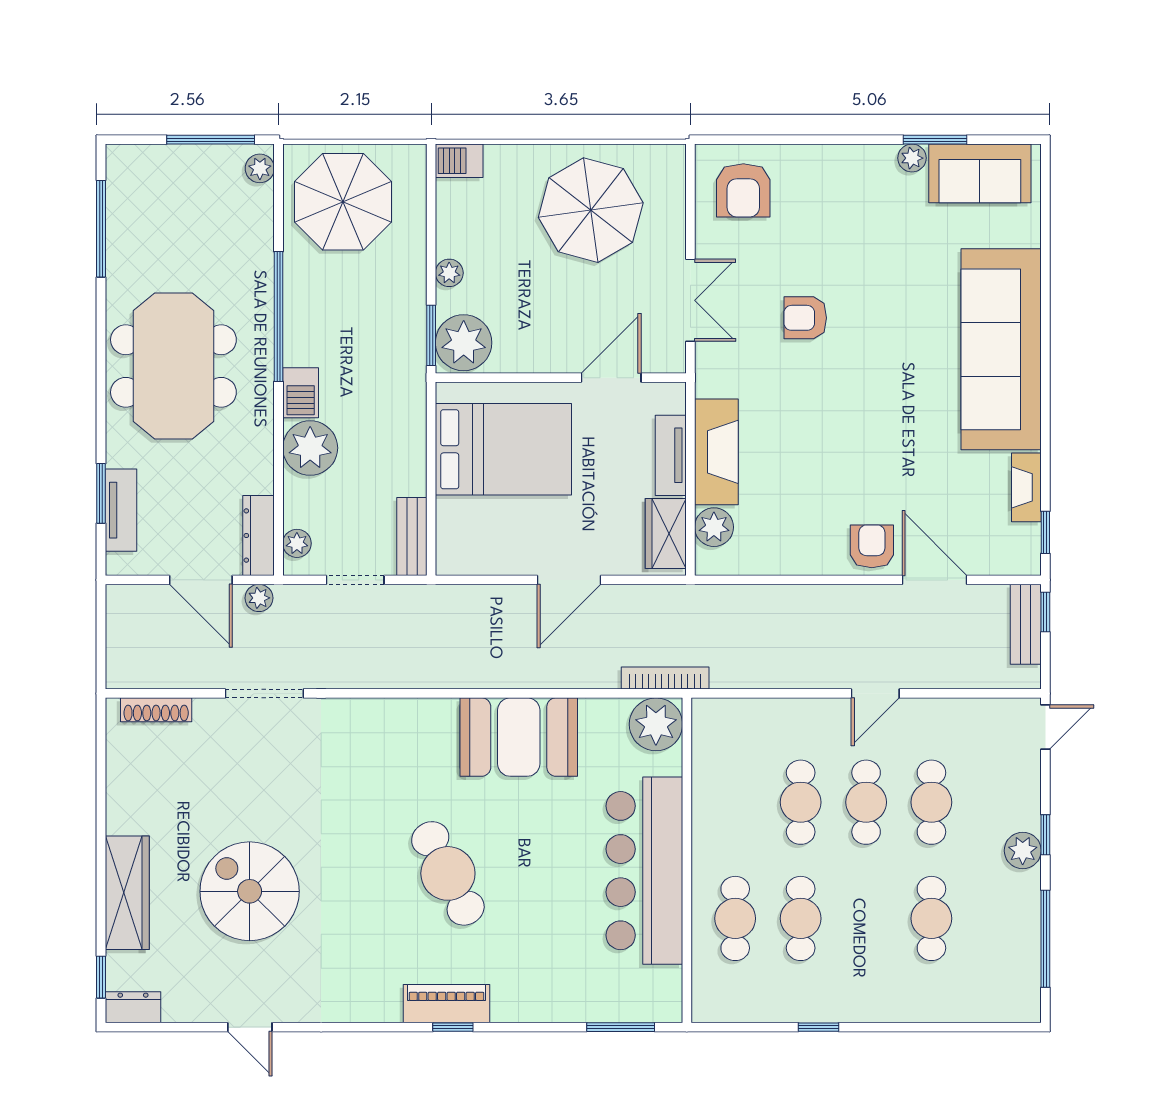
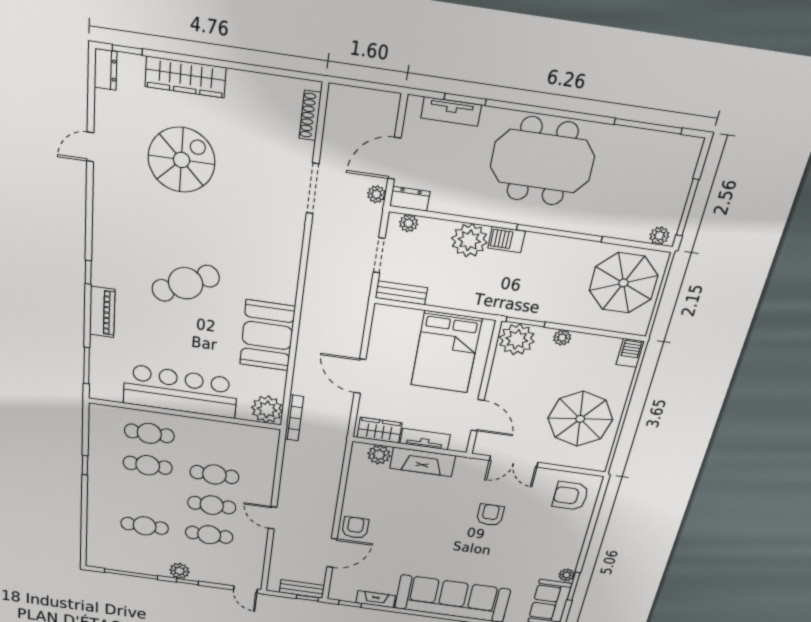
dresser: (259, 536) -> (410, 199), width x0.70
armchair: (872, 546) -> (355, 528), turned -90
piano: (446, 1004) -> (102, 312), moved

